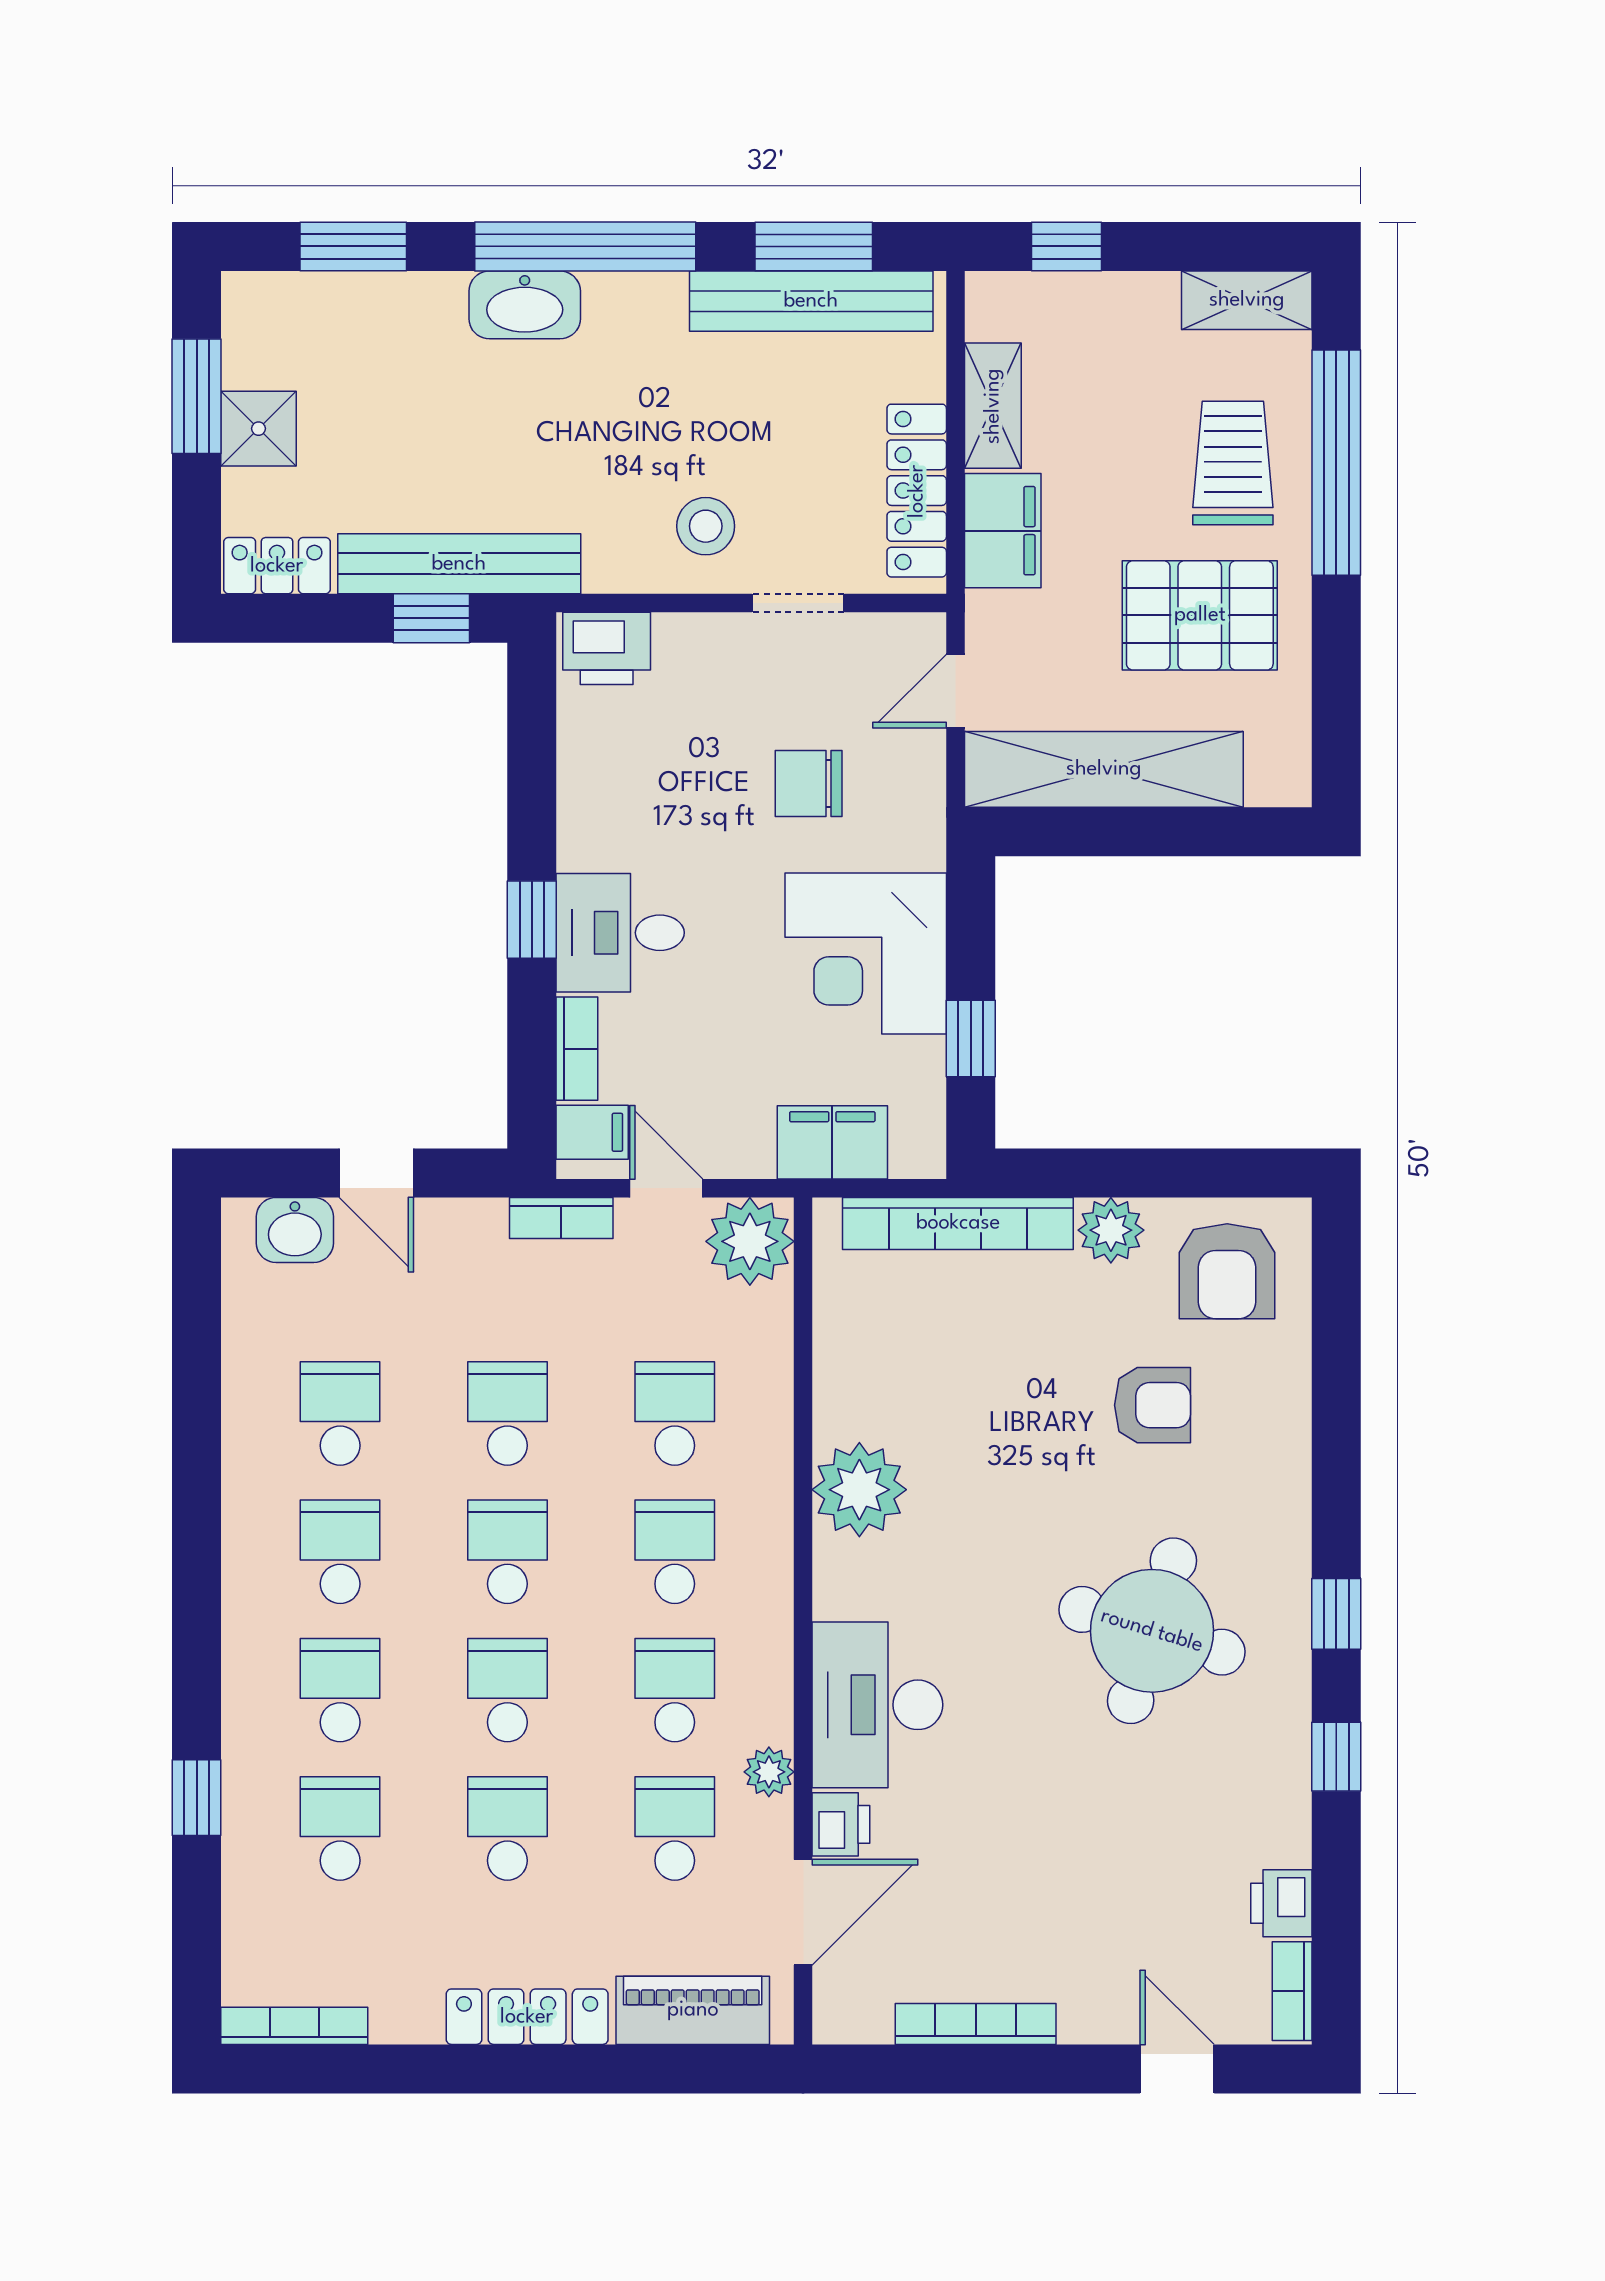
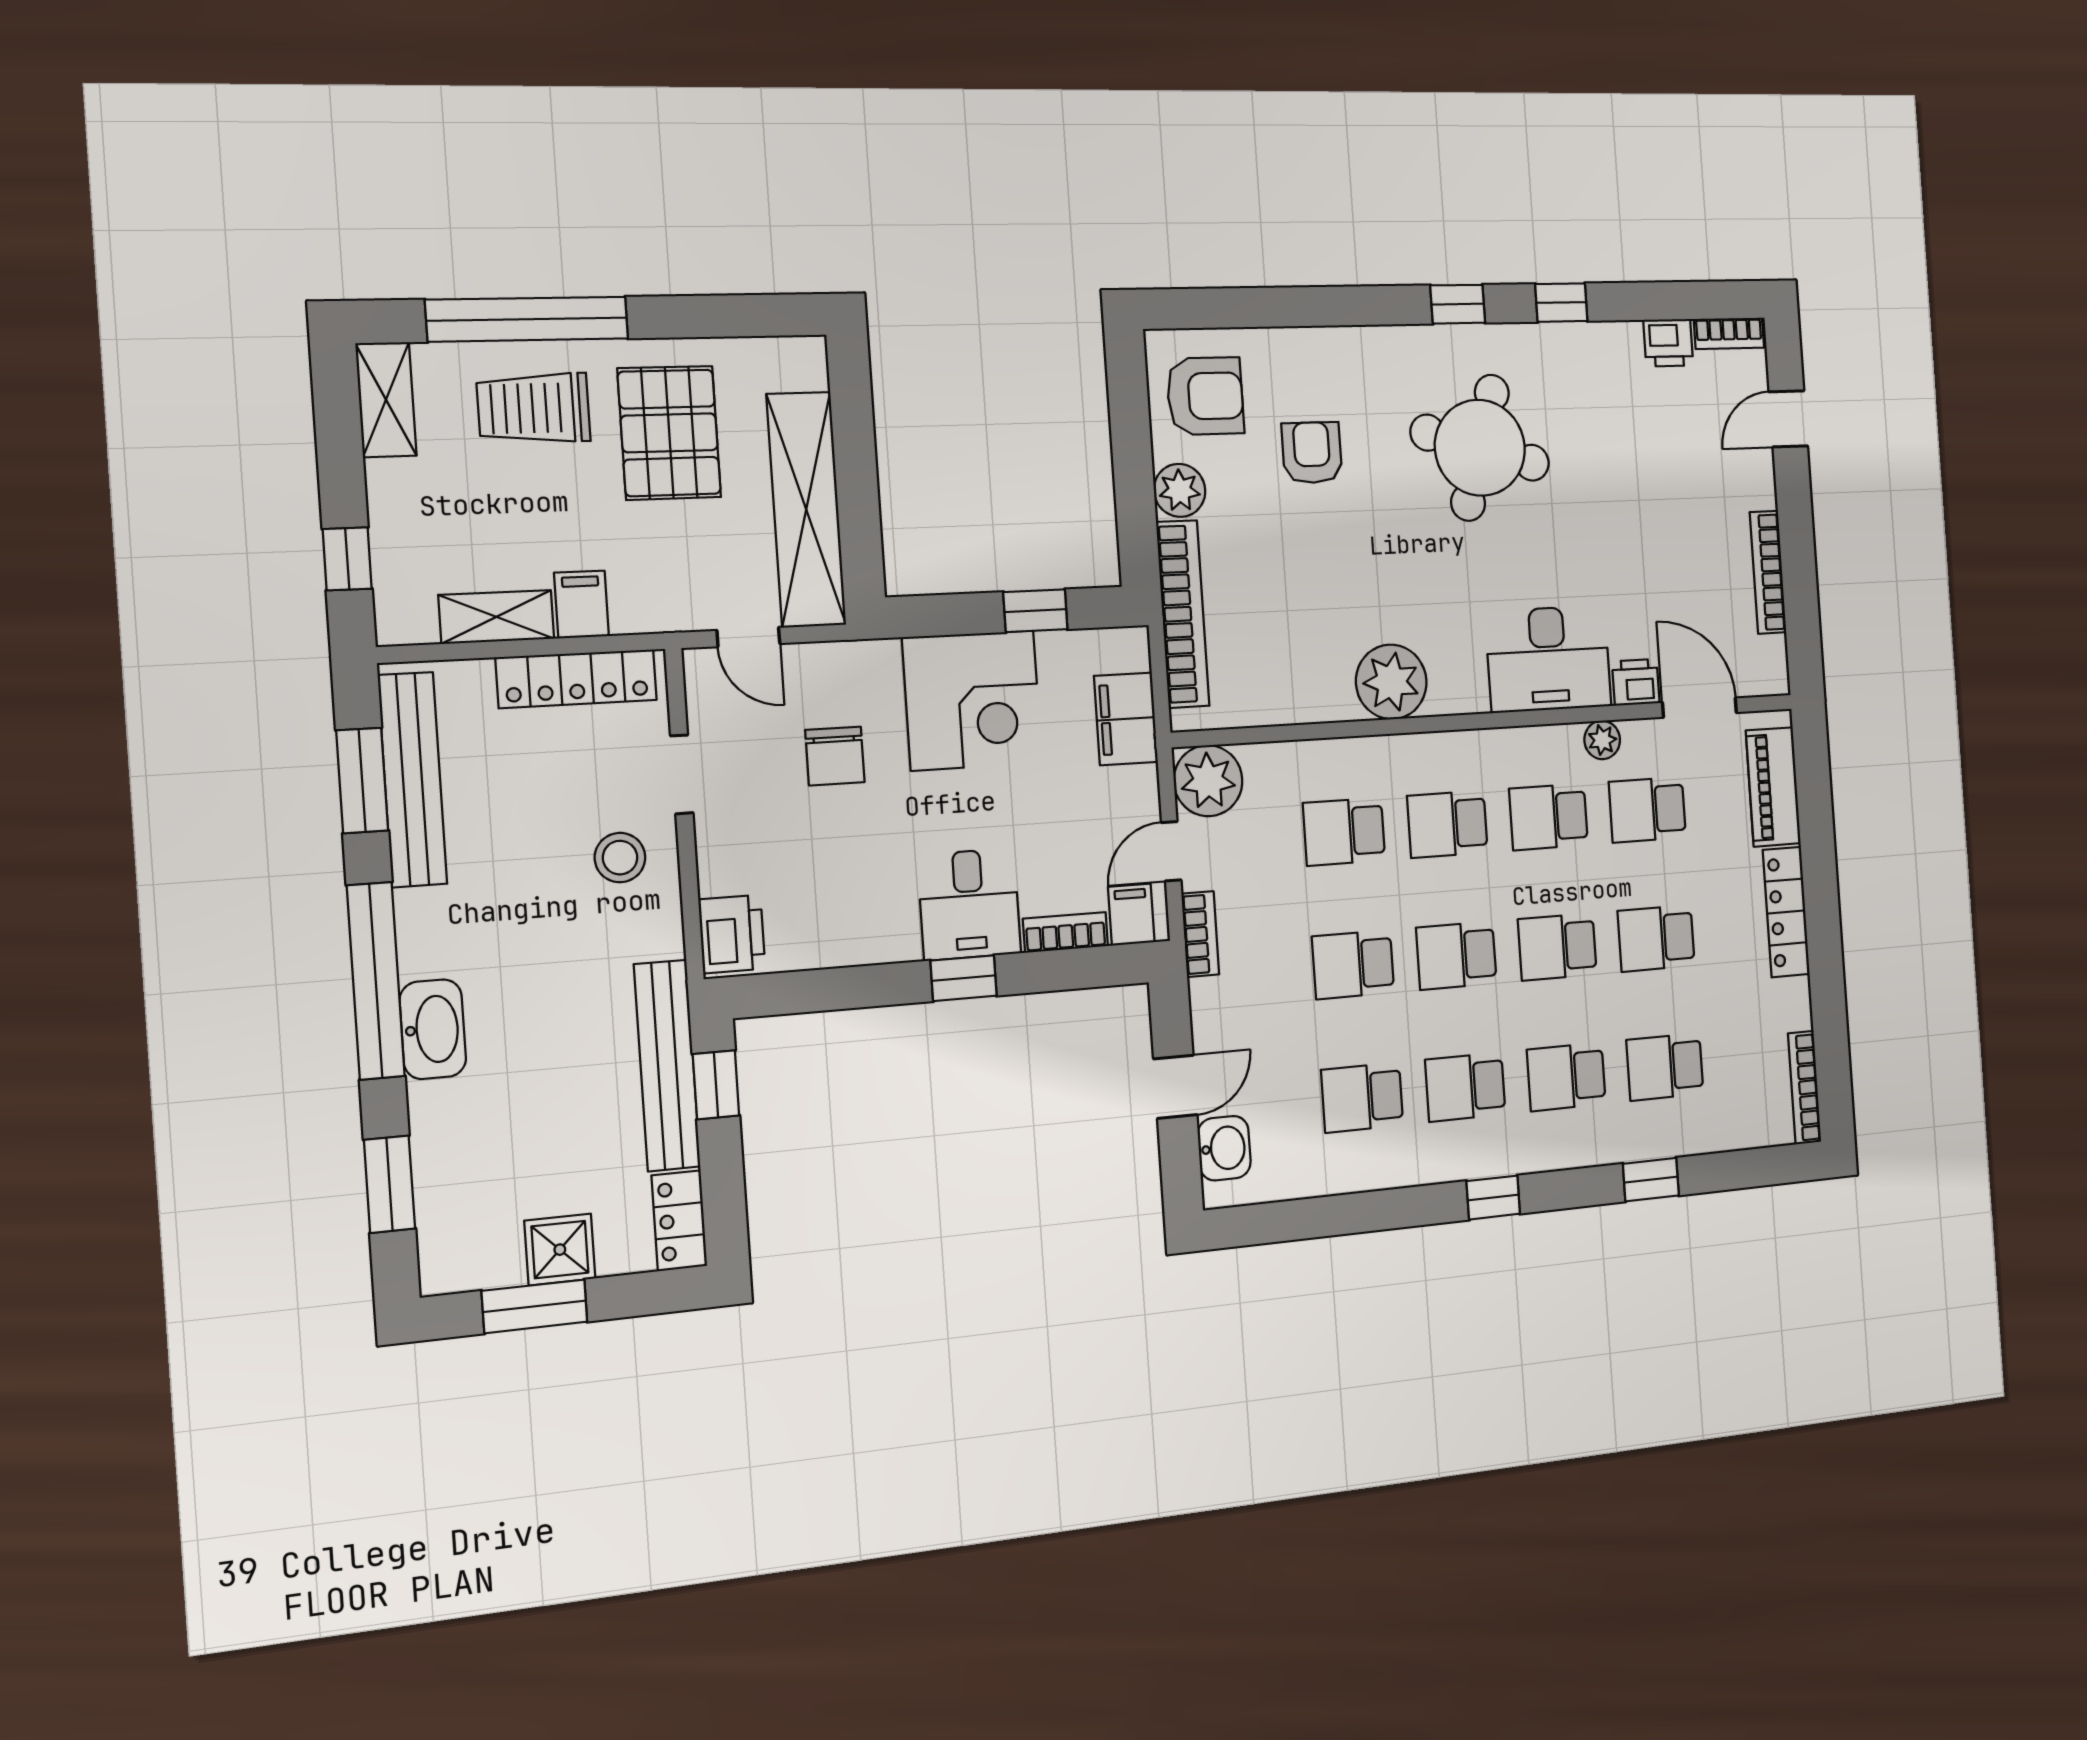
filing cabinet: (1003, 531) -> (582, 604), width x0.50
window: (197, 1579) -> (1493, 1197), added

